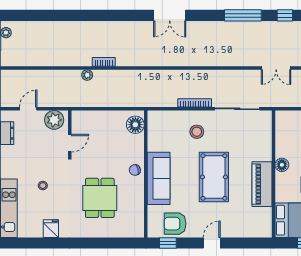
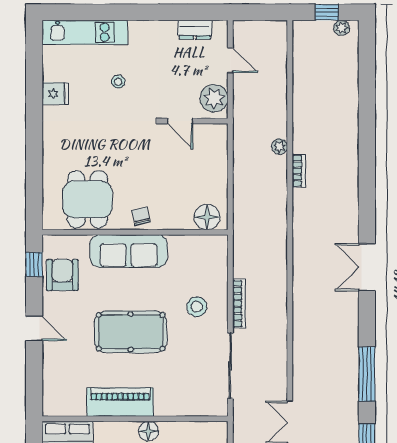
dining table: (100, 198) -> (87, 199), moved, turned 90

